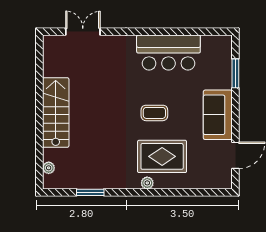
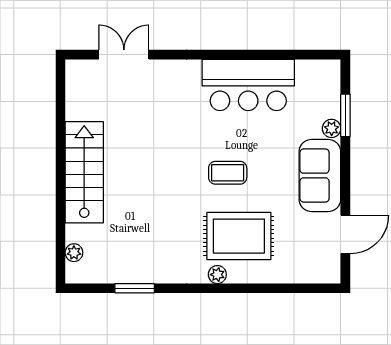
plant: (226, 82) -> (332, 128), added

